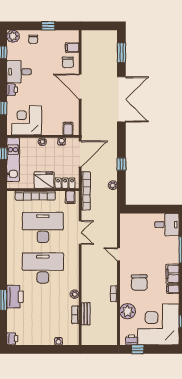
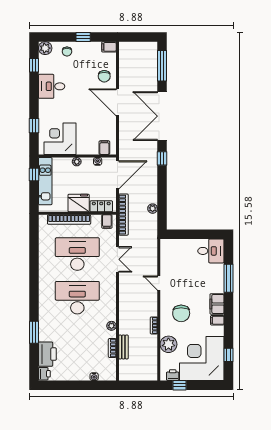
filing cabinet: (72, 48) -> (109, 47), moved
window: (121, 53) -> (162, 66), width x1.44
printer: (12, 90) -> (44, 106), removed
double door: (121, 99) -> (162, 116), swing flipped
window: (121, 164) -> (162, 158), moved
printer: (15, 297) -> (47, 354), moved

